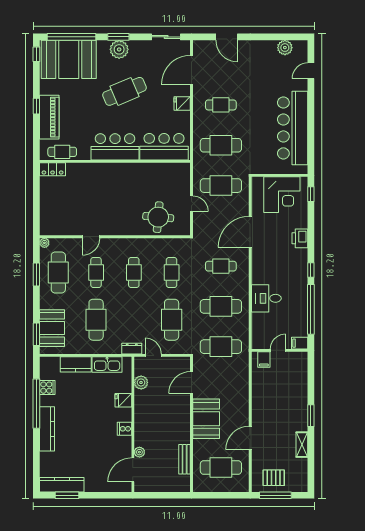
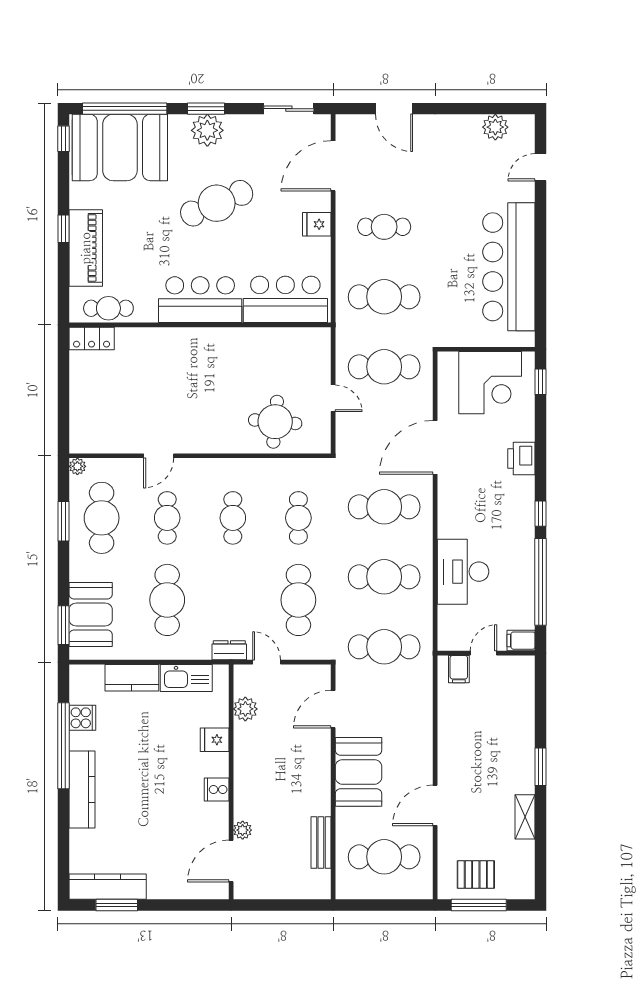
cafe table: (221, 266) -> (384, 507), width x1.37, depth x1.35
desk: (266, 298) -> (463, 572), width x1.37

